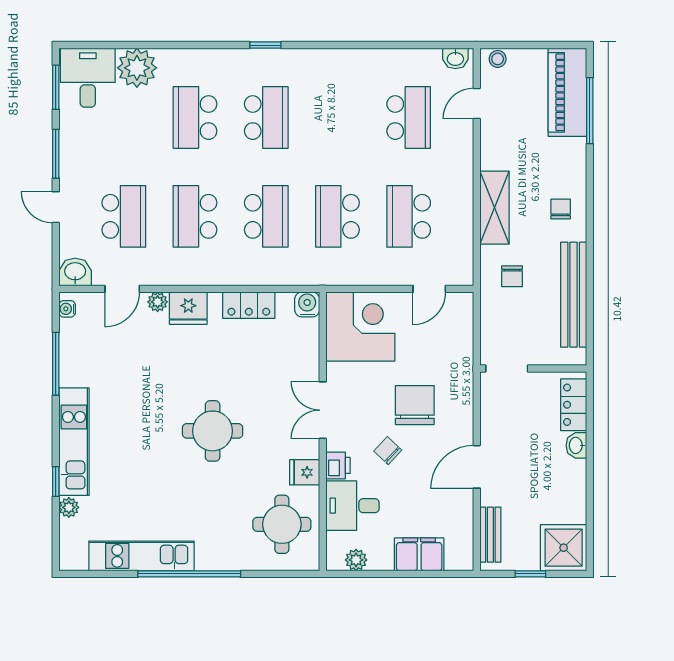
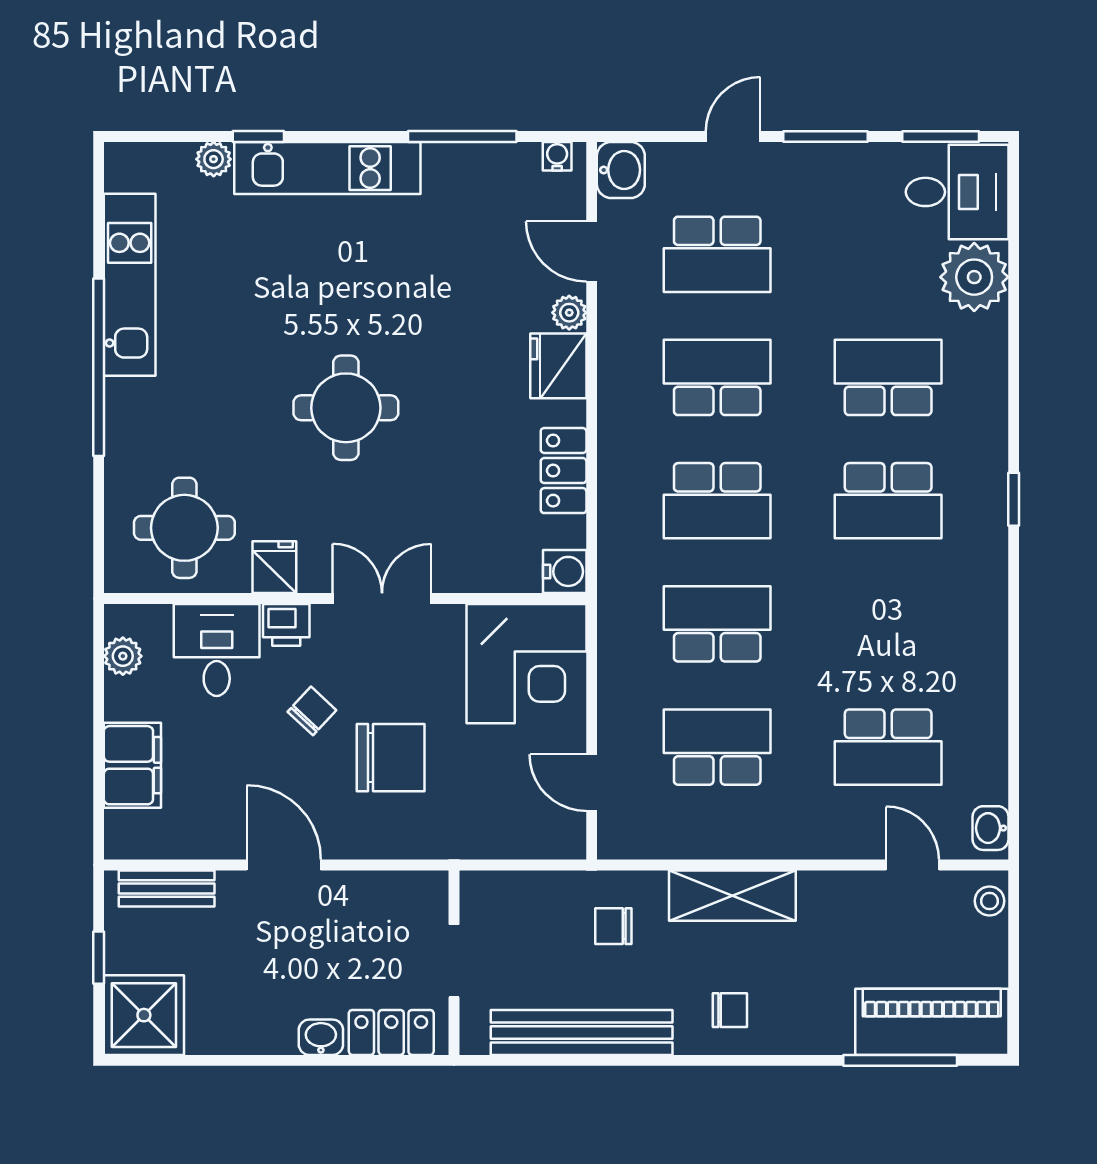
doorway: (507, 368) -> (454, 961), moved

